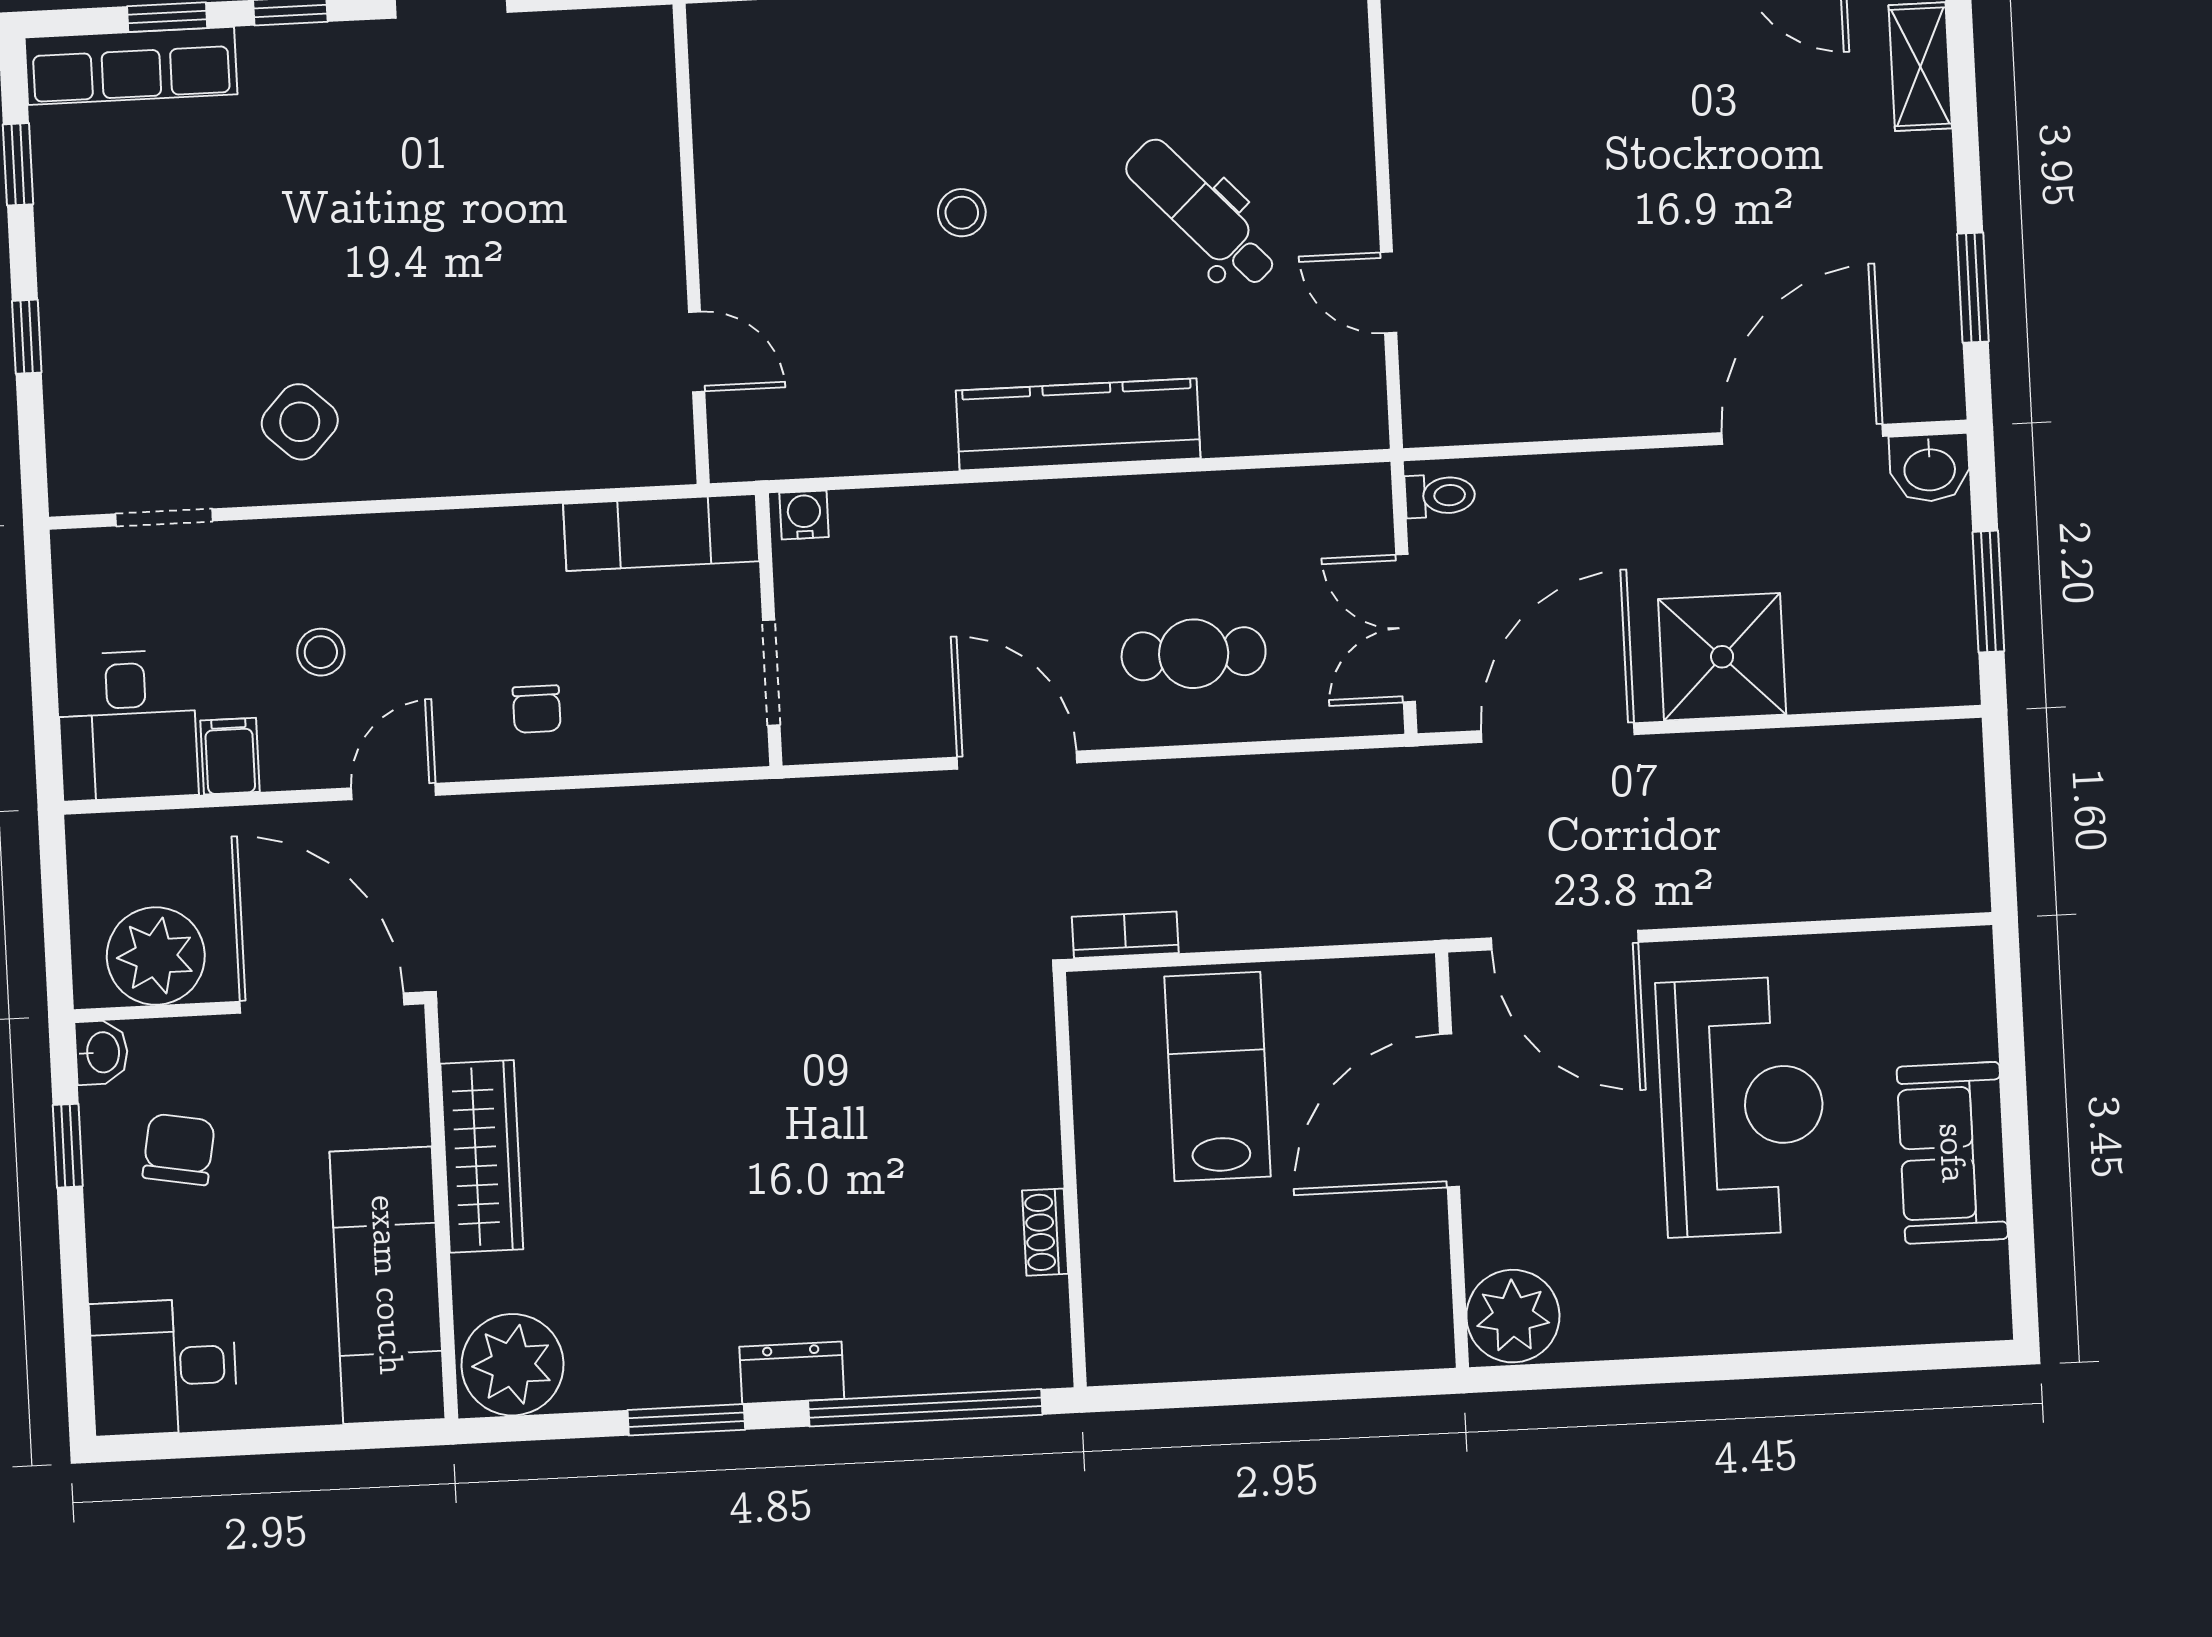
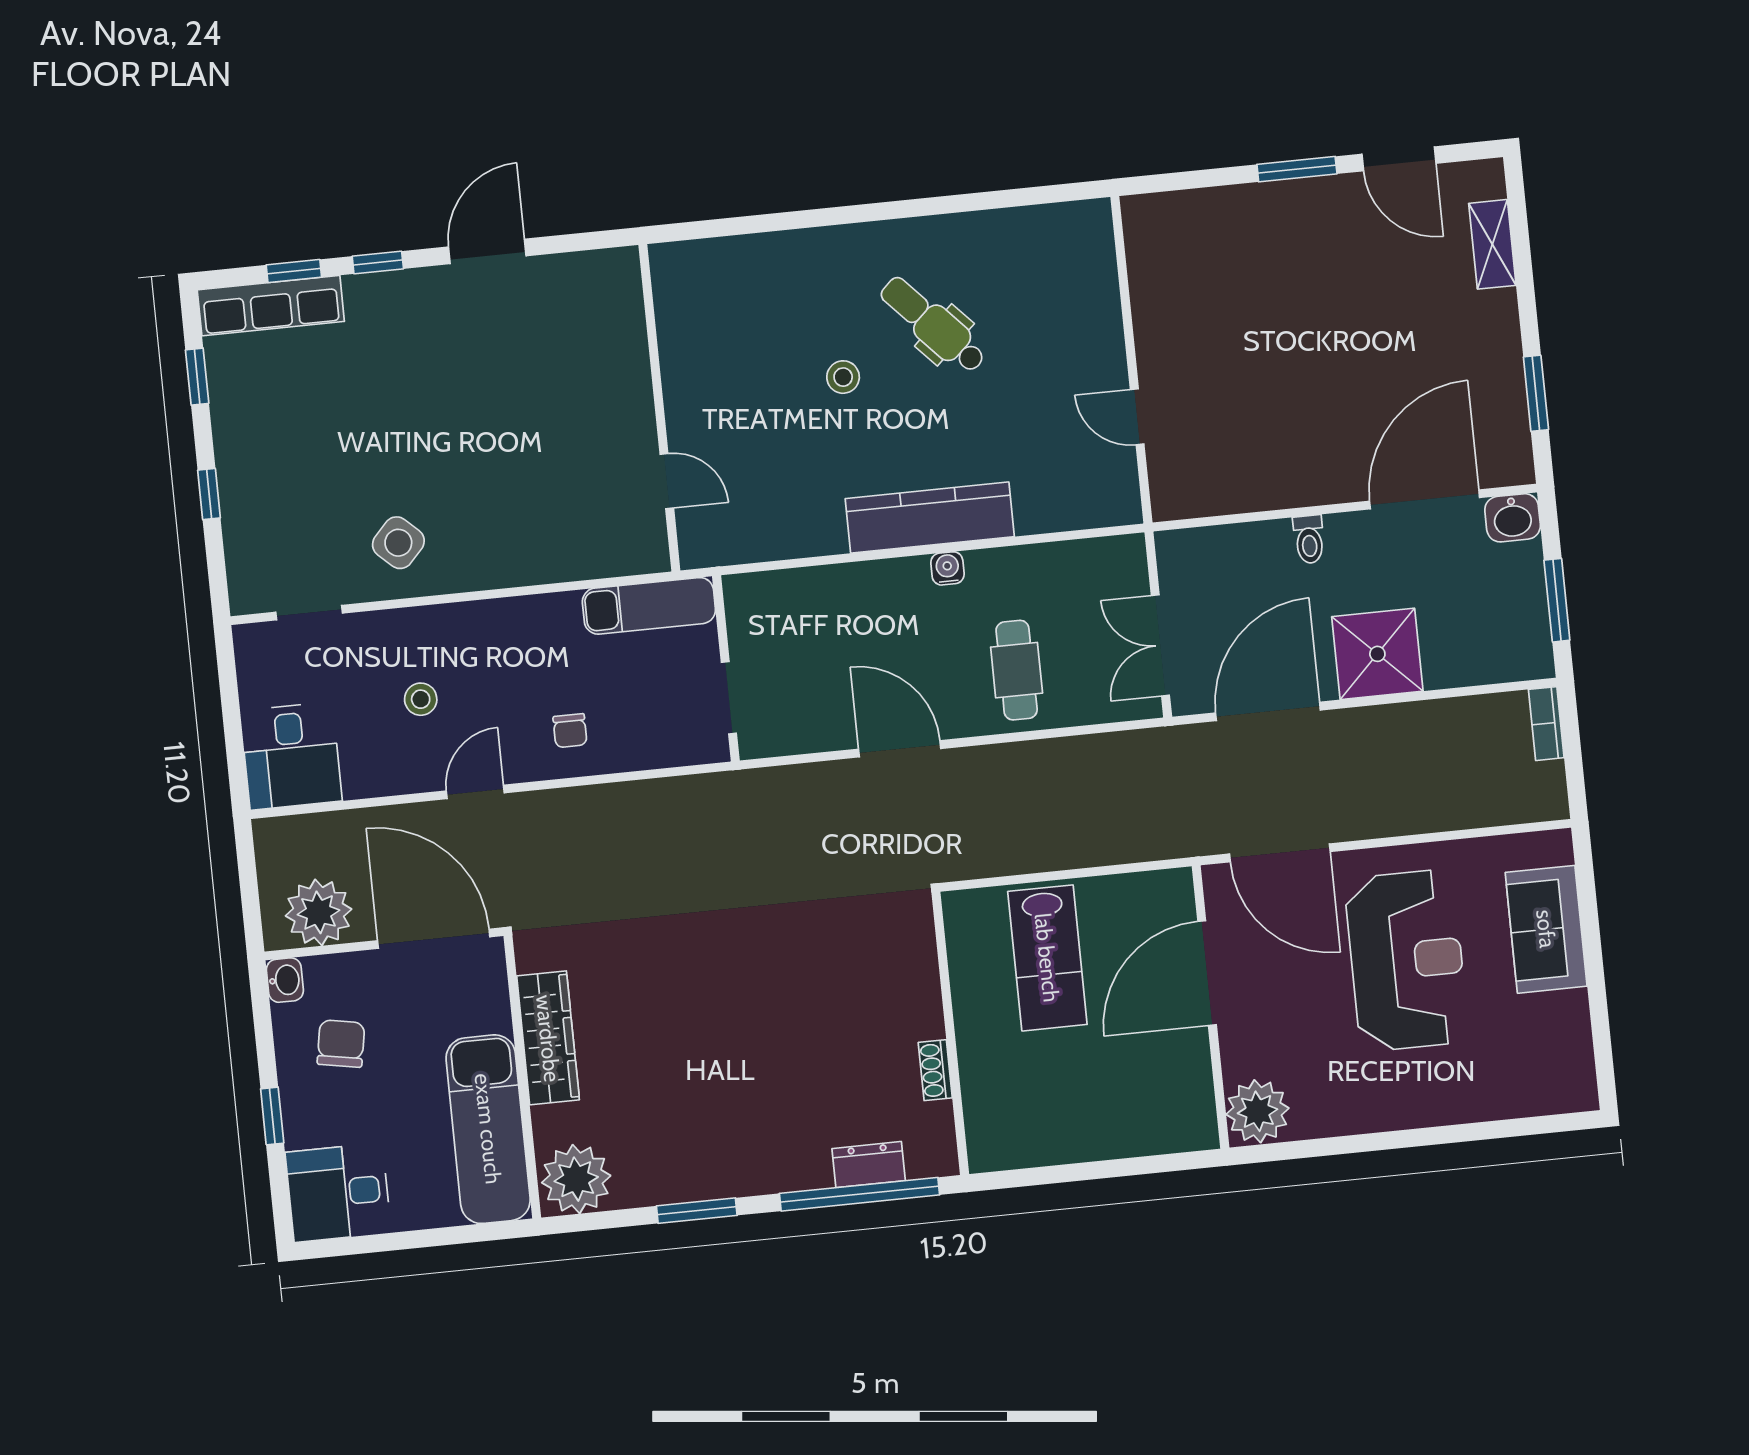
dental chair: (1201, 213) -> (933, 325), moved
toilet: (1440, 496) -> (1309, 539), moved, turned 90
water cooler: (804, 515) -> (947, 568), moved
cafe table: (1194, 654) -> (1017, 670), turned 90
filing cabinet: (230, 756) -> (362, 773), removed
bookcase: (1125, 935) -> (1546, 724), moved, turned -90
lab bench: (1217, 1076) -> (1047, 958), turned 180
window: (68, 1146) -> (272, 1116), moved
sofa: (1952, 1153) -> (1546, 929), moved
dresser: (792, 1373) -> (869, 1165), moved

